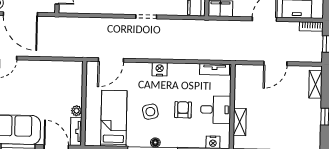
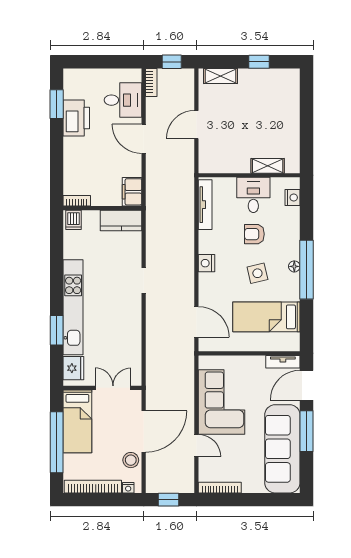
door: (275, 63) -> (196, 125), swing flipped
tv unit: (215, 69) -> (205, 205), width x1.41
corner sofa: (44, 79) -> (221, 402), added
plant: (77, 111) -> (258, 362), removed

